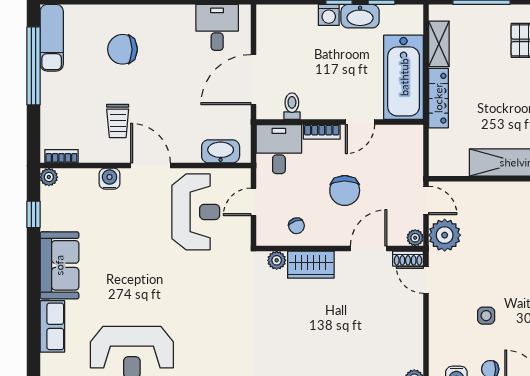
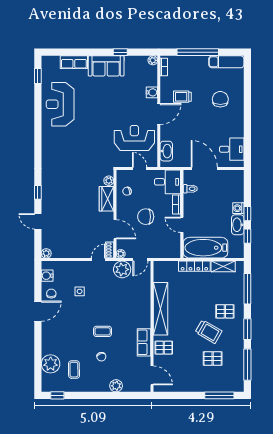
window: (33, 66) -> (198, 52), moved
reception desk: (196, 212) -> (134, 138), turned 180
window: (33, 214) -> (120, 52), moved

